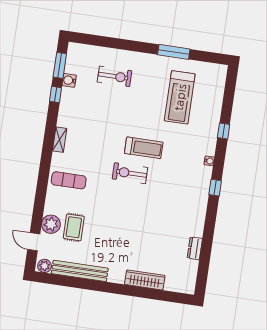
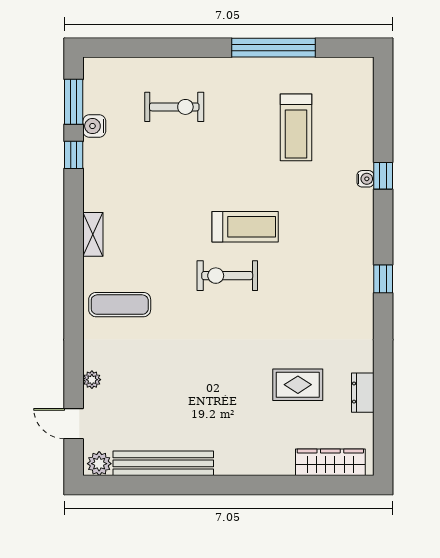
window: (174, 52) -> (273, 48), width x1.46
treadmill: (180, 97) -> (296, 127), width x0.73, depth x0.73
water cooler: (209, 161) -> (365, 179), moved
plant: (51, 224) -> (92, 380), width x0.53, depth x0.53
rug: (74, 227) -> (298, 385), moved, turned 90
wardrobe: (145, 280) -> (330, 462), moved

